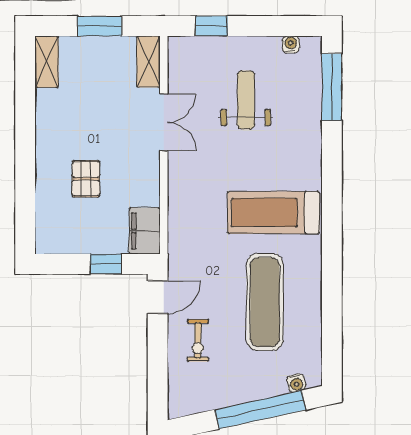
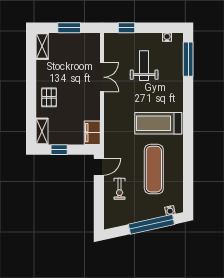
shelving: (149, 62) -> (42, 131), moved
pallet: (86, 179) -> (49, 97), moved
window: (106, 264) -> (59, 150), moved

